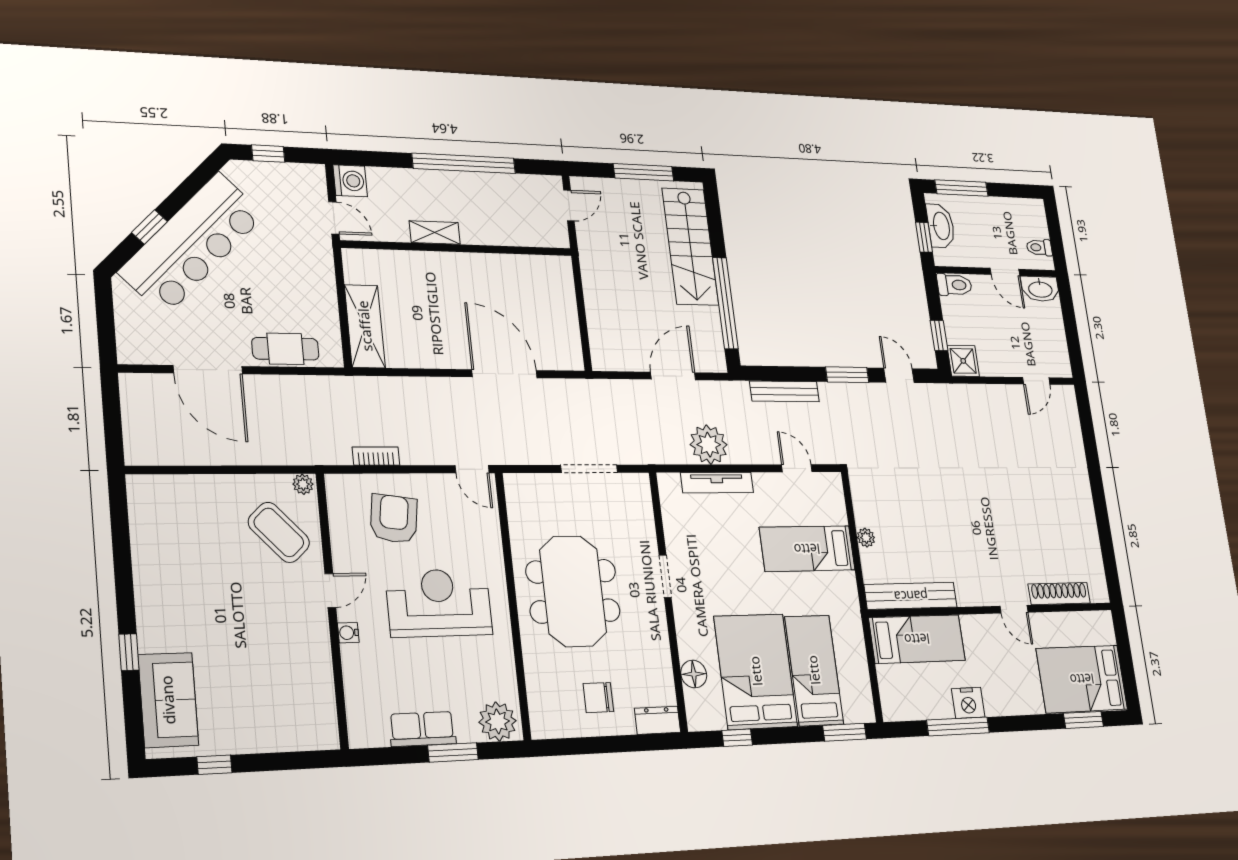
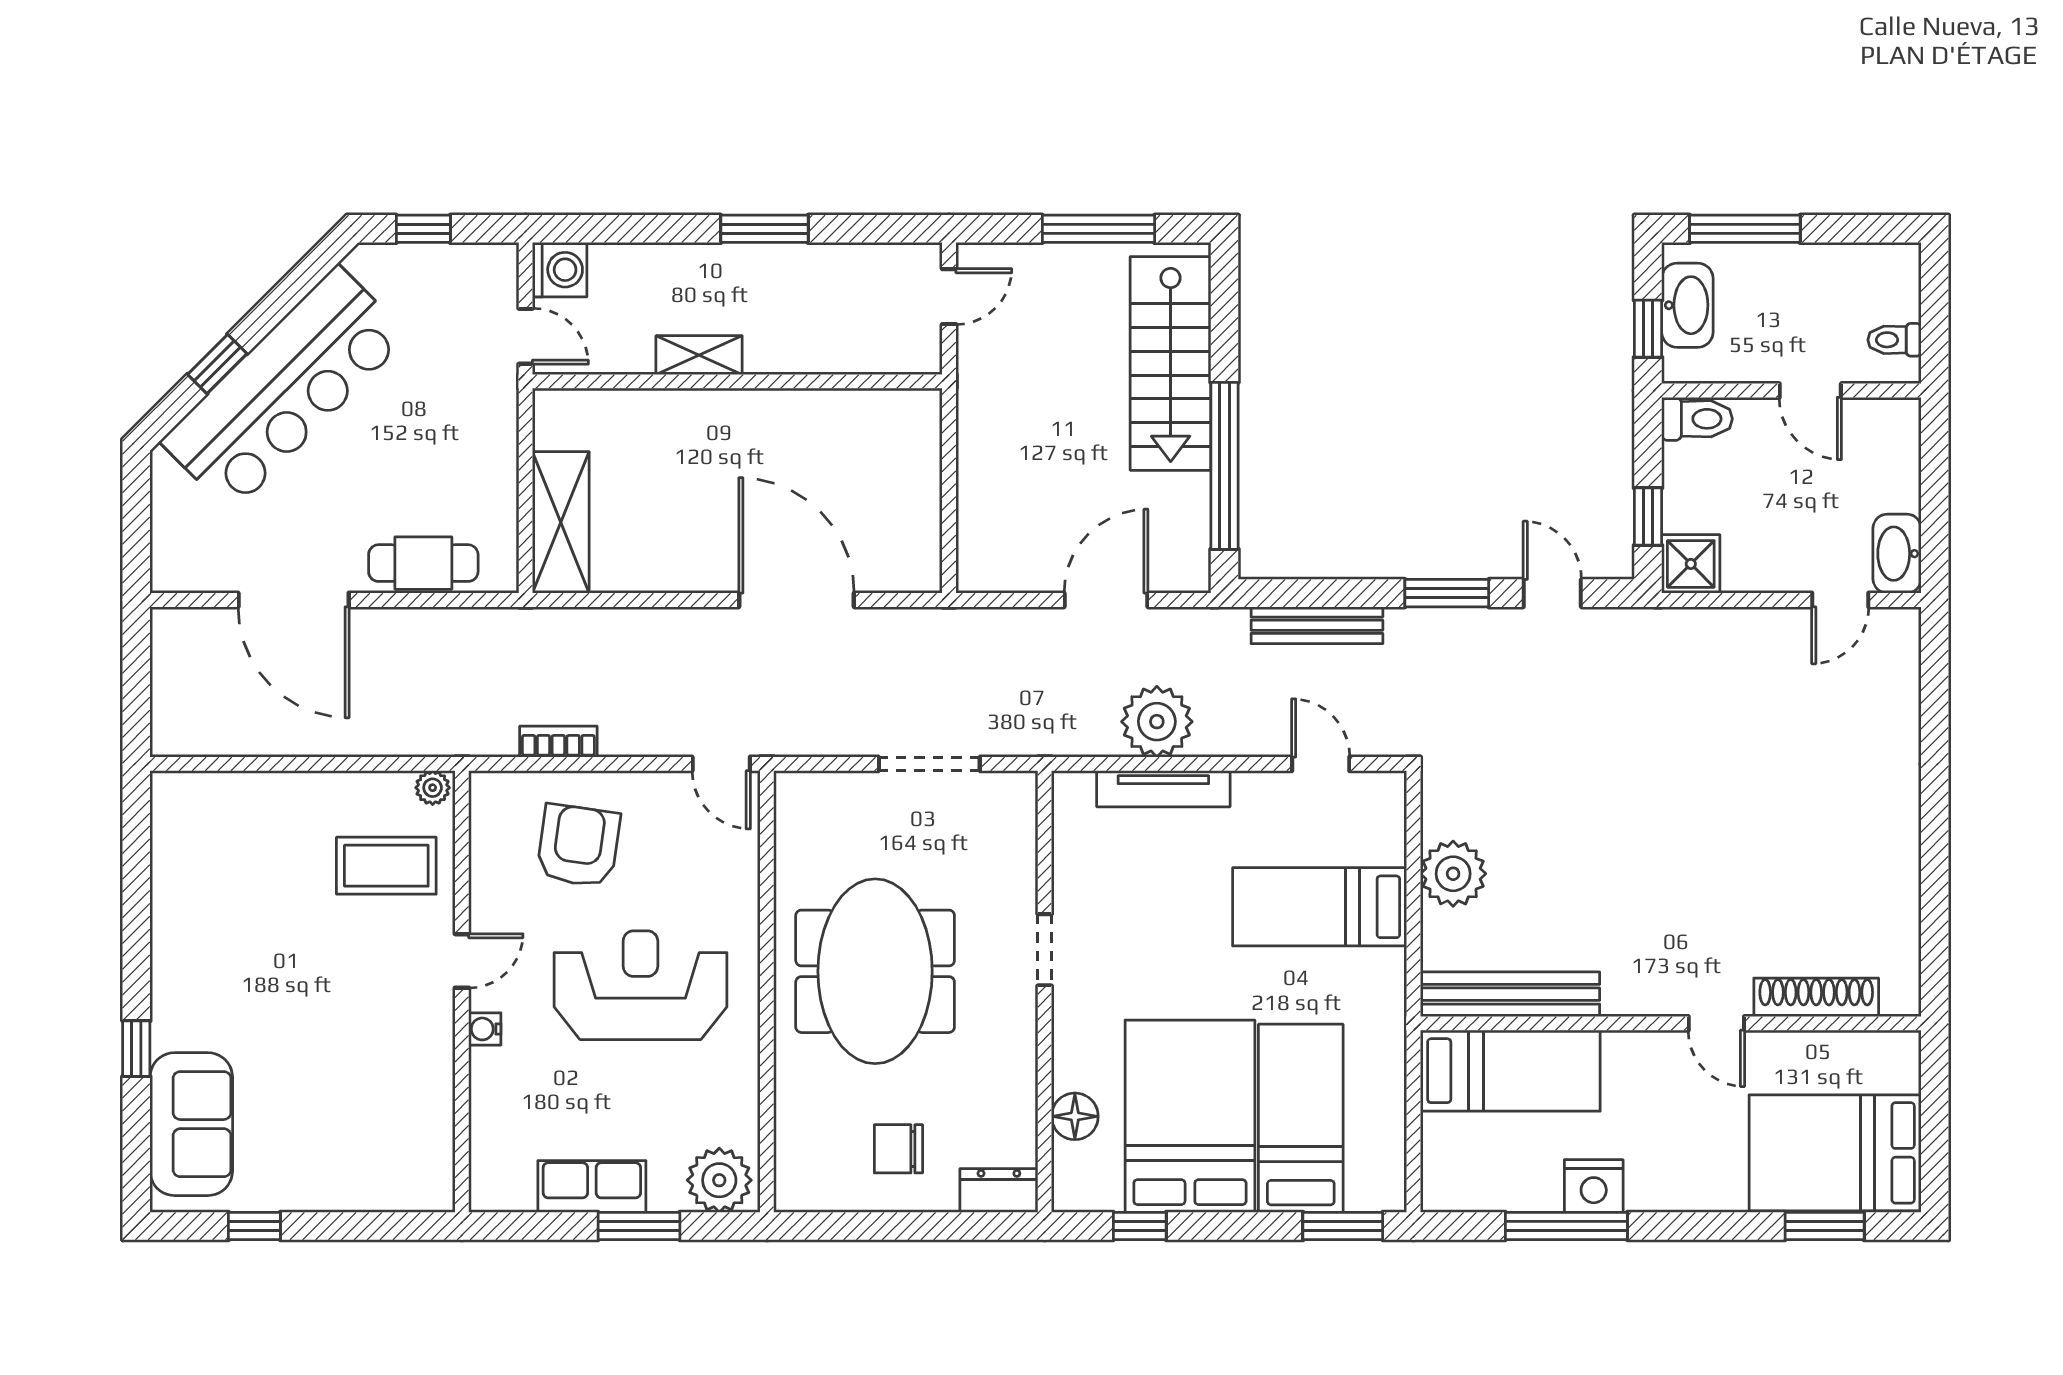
window: (464, 163) -> (764, 229), width x0.47
washbasin: (1040, 289) -> (1897, 554), moved, turned 90
coffee table: (279, 532) -> (386, 866), turned -47
plant: (866, 538) -> (1453, 874), width x1.87, depth x1.87

